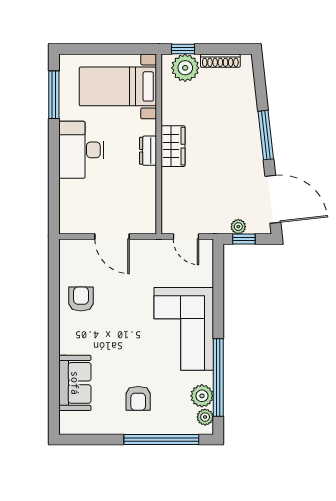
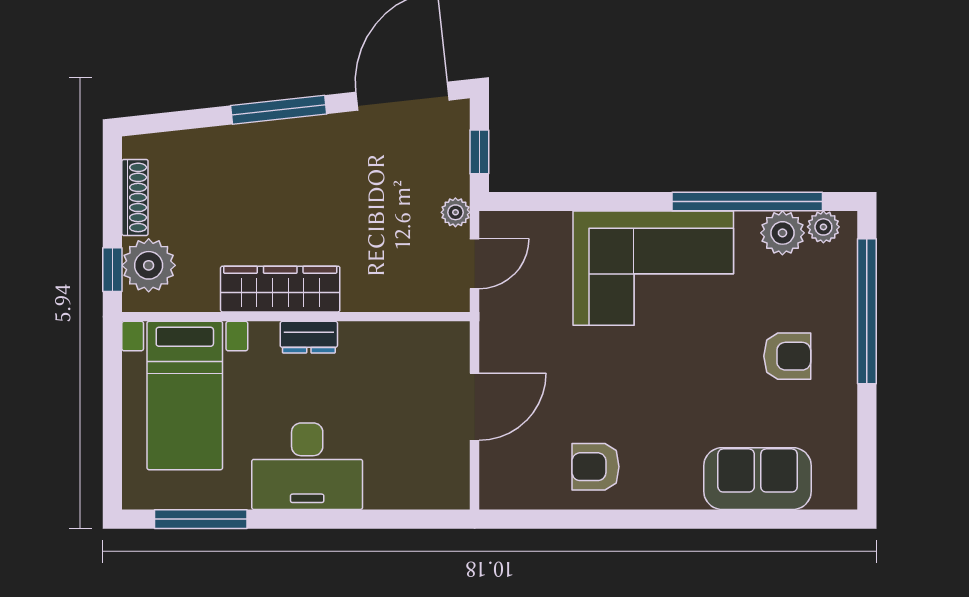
wardrobe: (173, 146) -> (280, 289), width x1.50
plant: (238, 227) -> (455, 212), moved

